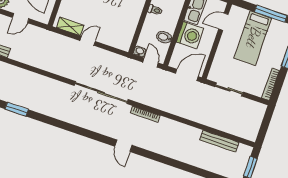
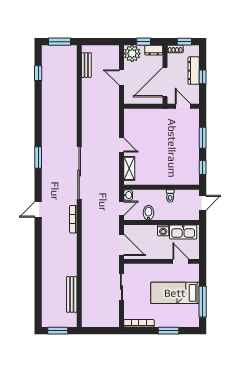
shelving: (70, 26) -> (129, 168), moved
washing machine: (190, 35) -> (163, 230), width x0.53, depth x0.53
window: (17, 109) -> (38, 158), moved

